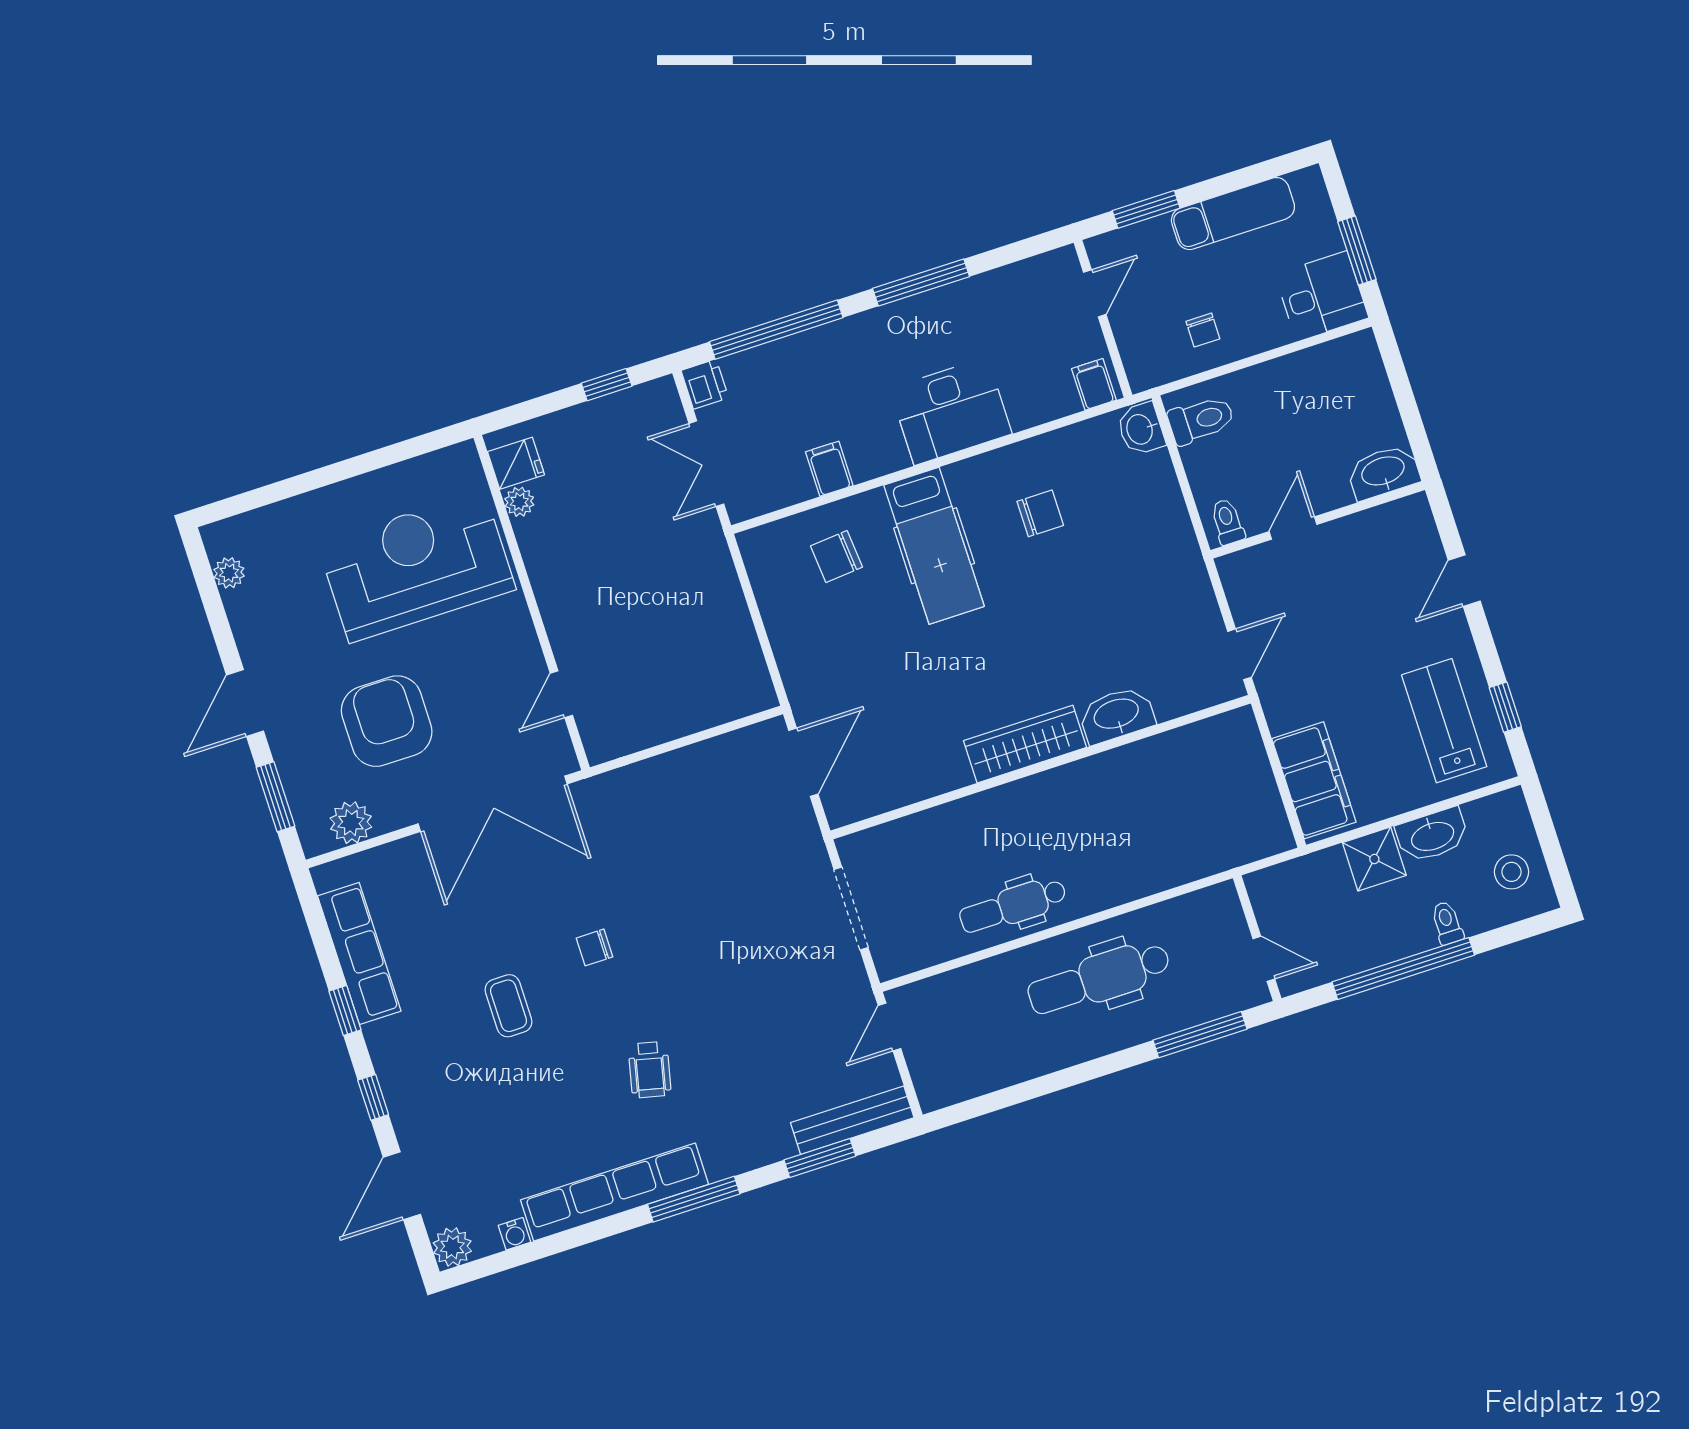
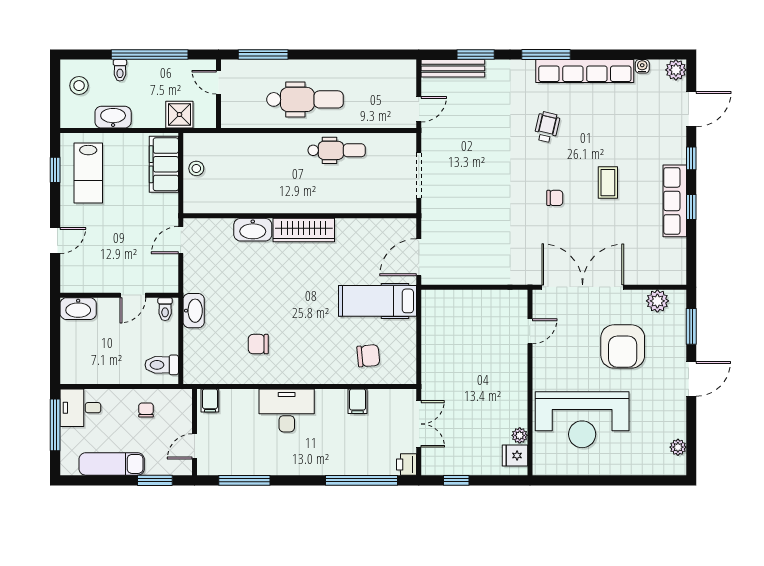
window: (1357, 250) -> (55, 425), width x1.44
window: (921, 283) -> (244, 480), moved
washbasin: (1141, 429) -> (194, 311), moved, width x1.38
hospital bed: (934, 546) -> (378, 301), moved, turned -90
stool: (1253, 792) -> (196, 168), added
shower: (1374, 859) -> (179, 115), moved
row of seats: (359, 954) -> (675, 201), moved

